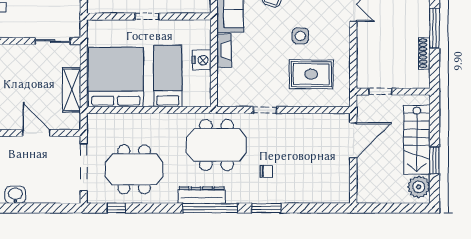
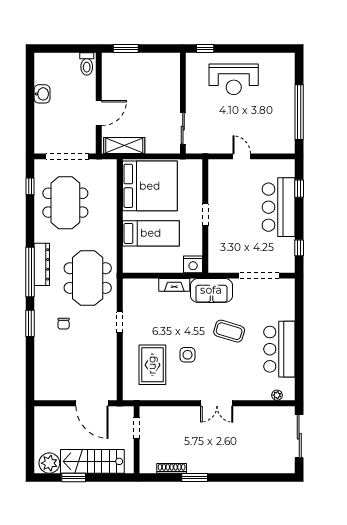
window: (435, 28) -> (195, 478), width x0.69
nightstand: (202, 60) -> (193, 264), moved
shelving: (72, 90) -> (124, 145), moved

